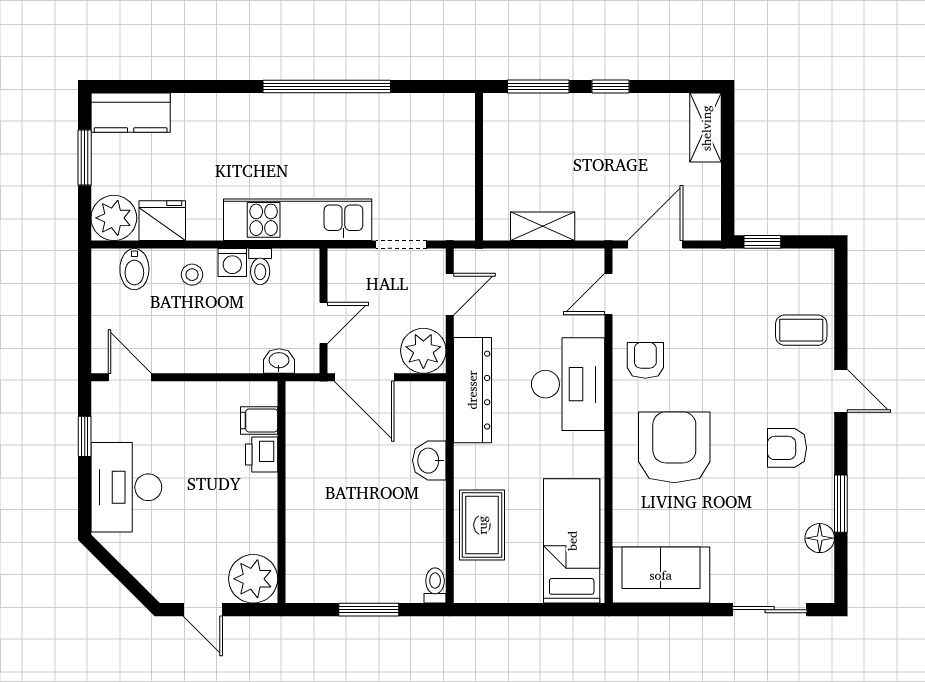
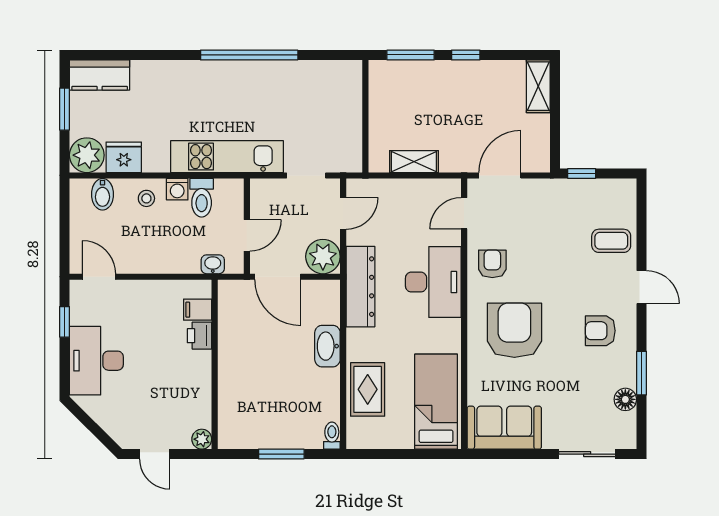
toilet: (260, 267) -> (202, 198), width x1.37, depth x1.39
washbasin: (429, 461) -> (327, 346), width x1.38
plant: (253, 579) -> (202, 439), width x0.53, depth x0.53

